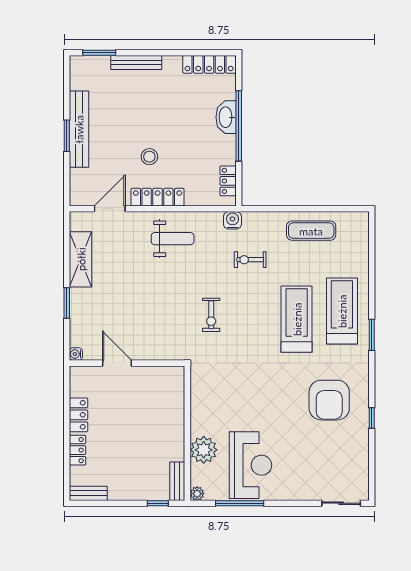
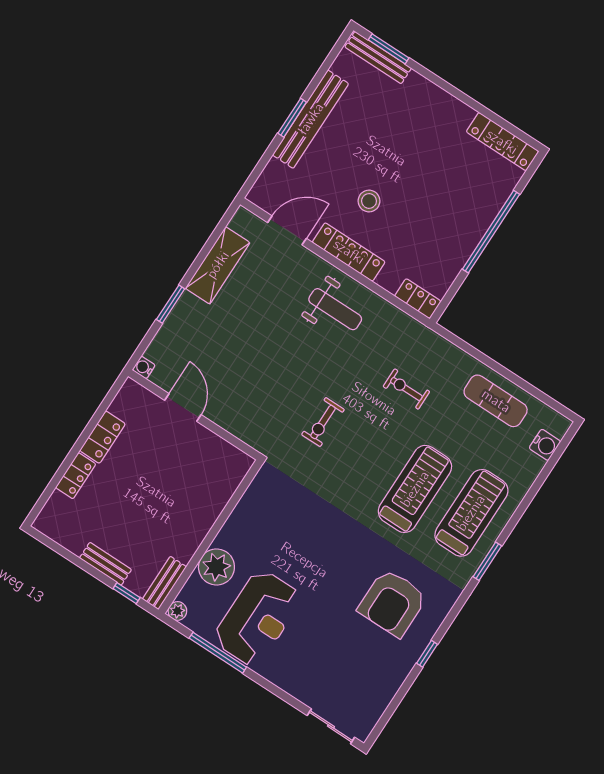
bench: (136, 63) -> (378, 58), moved
washbasin: (226, 117) -> (483, 213), removed
locker: (228, 181) -> (418, 299), moved, turned 90
water cooler: (232, 220) -> (545, 445), moved, turned 90
bench: (88, 493) -> (105, 564), moved

